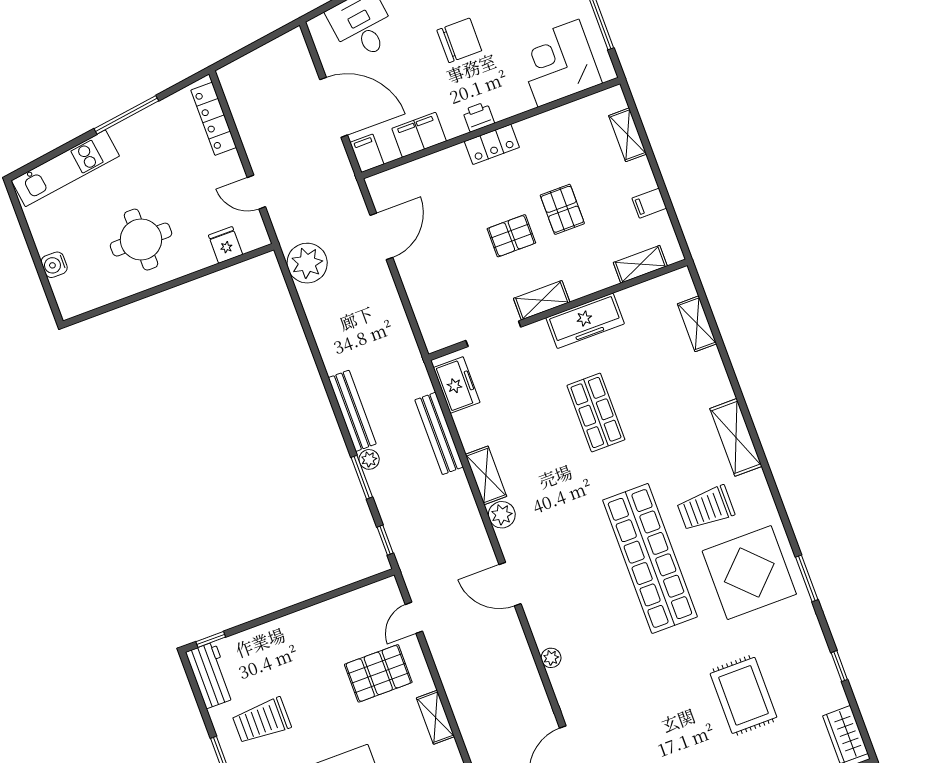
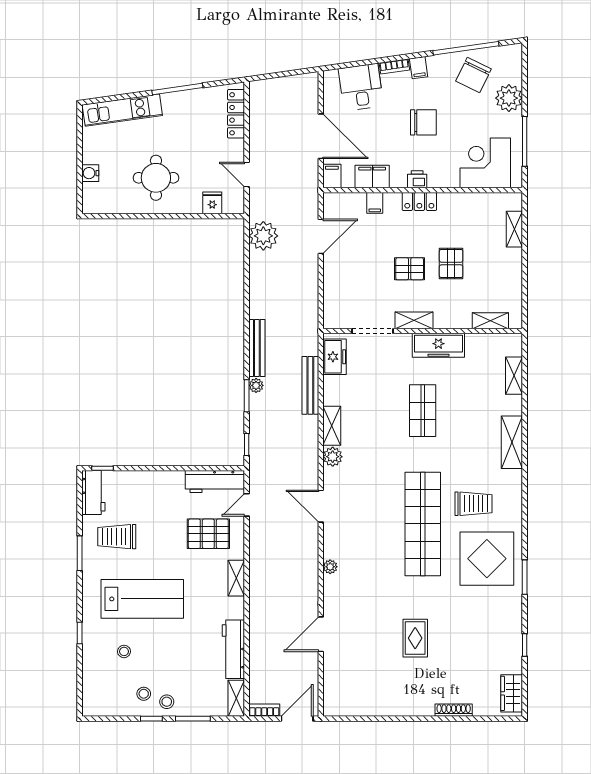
filing cabinet: (649, 203) -> (375, 203), moved, turned -90
shelving: (736, 437) -> (512, 442), moved
trolley: (706, 508) -> (473, 504), turned 180
workbench: (362, 603) -> (215, 482), added
rug: (743, 695) -> (415, 638), moved, width x0.73, depth x0.70

